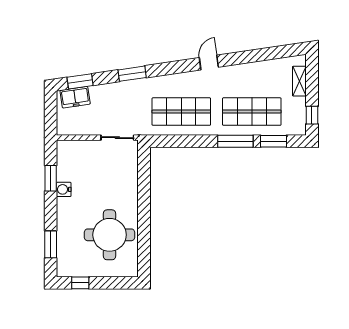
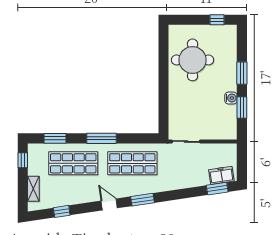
window: (266, 54) -> (62, 211), added
door: (209, 62) -> (109, 204), swing flipped
window: (132, 74) -> (142, 200), moved
window: (235, 141) -> (102, 138), moved
window: (51, 244) -> (242, 73), moved

